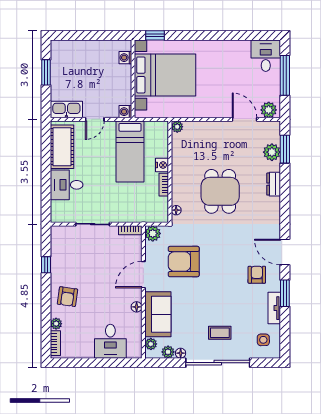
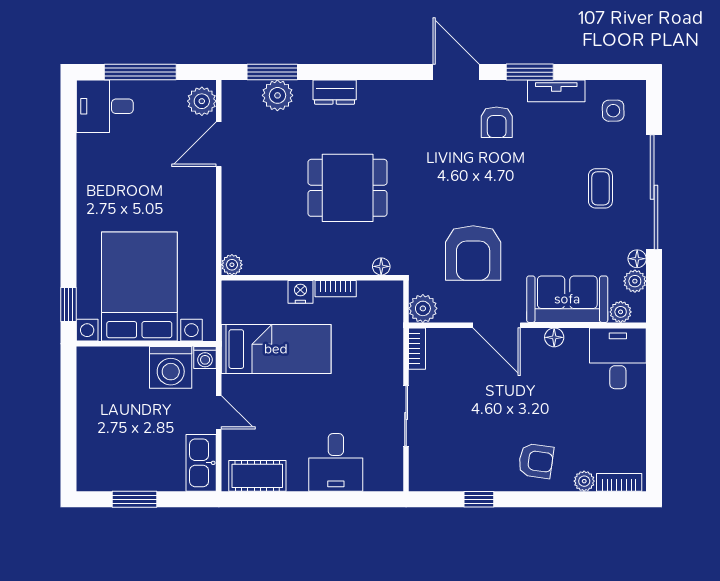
washing machine: (125, 58) -> (171, 367), moved, width x1.89, depth x1.89
cot: (62, 147) -> (257, 476), width x0.73, depth x0.75
door: (285, 252) -> (456, 72), swing flipped
armchair: (257, 275) -> (497, 122), turned -90
desk: (110, 341) -> (618, 358), moved, turned -90

